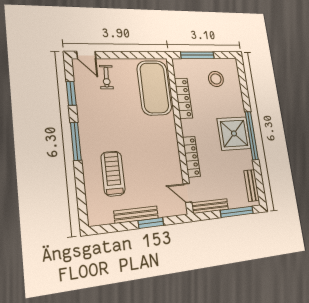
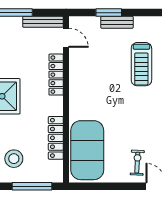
bench: (136, 215) -> (117, 22), width x0.73

